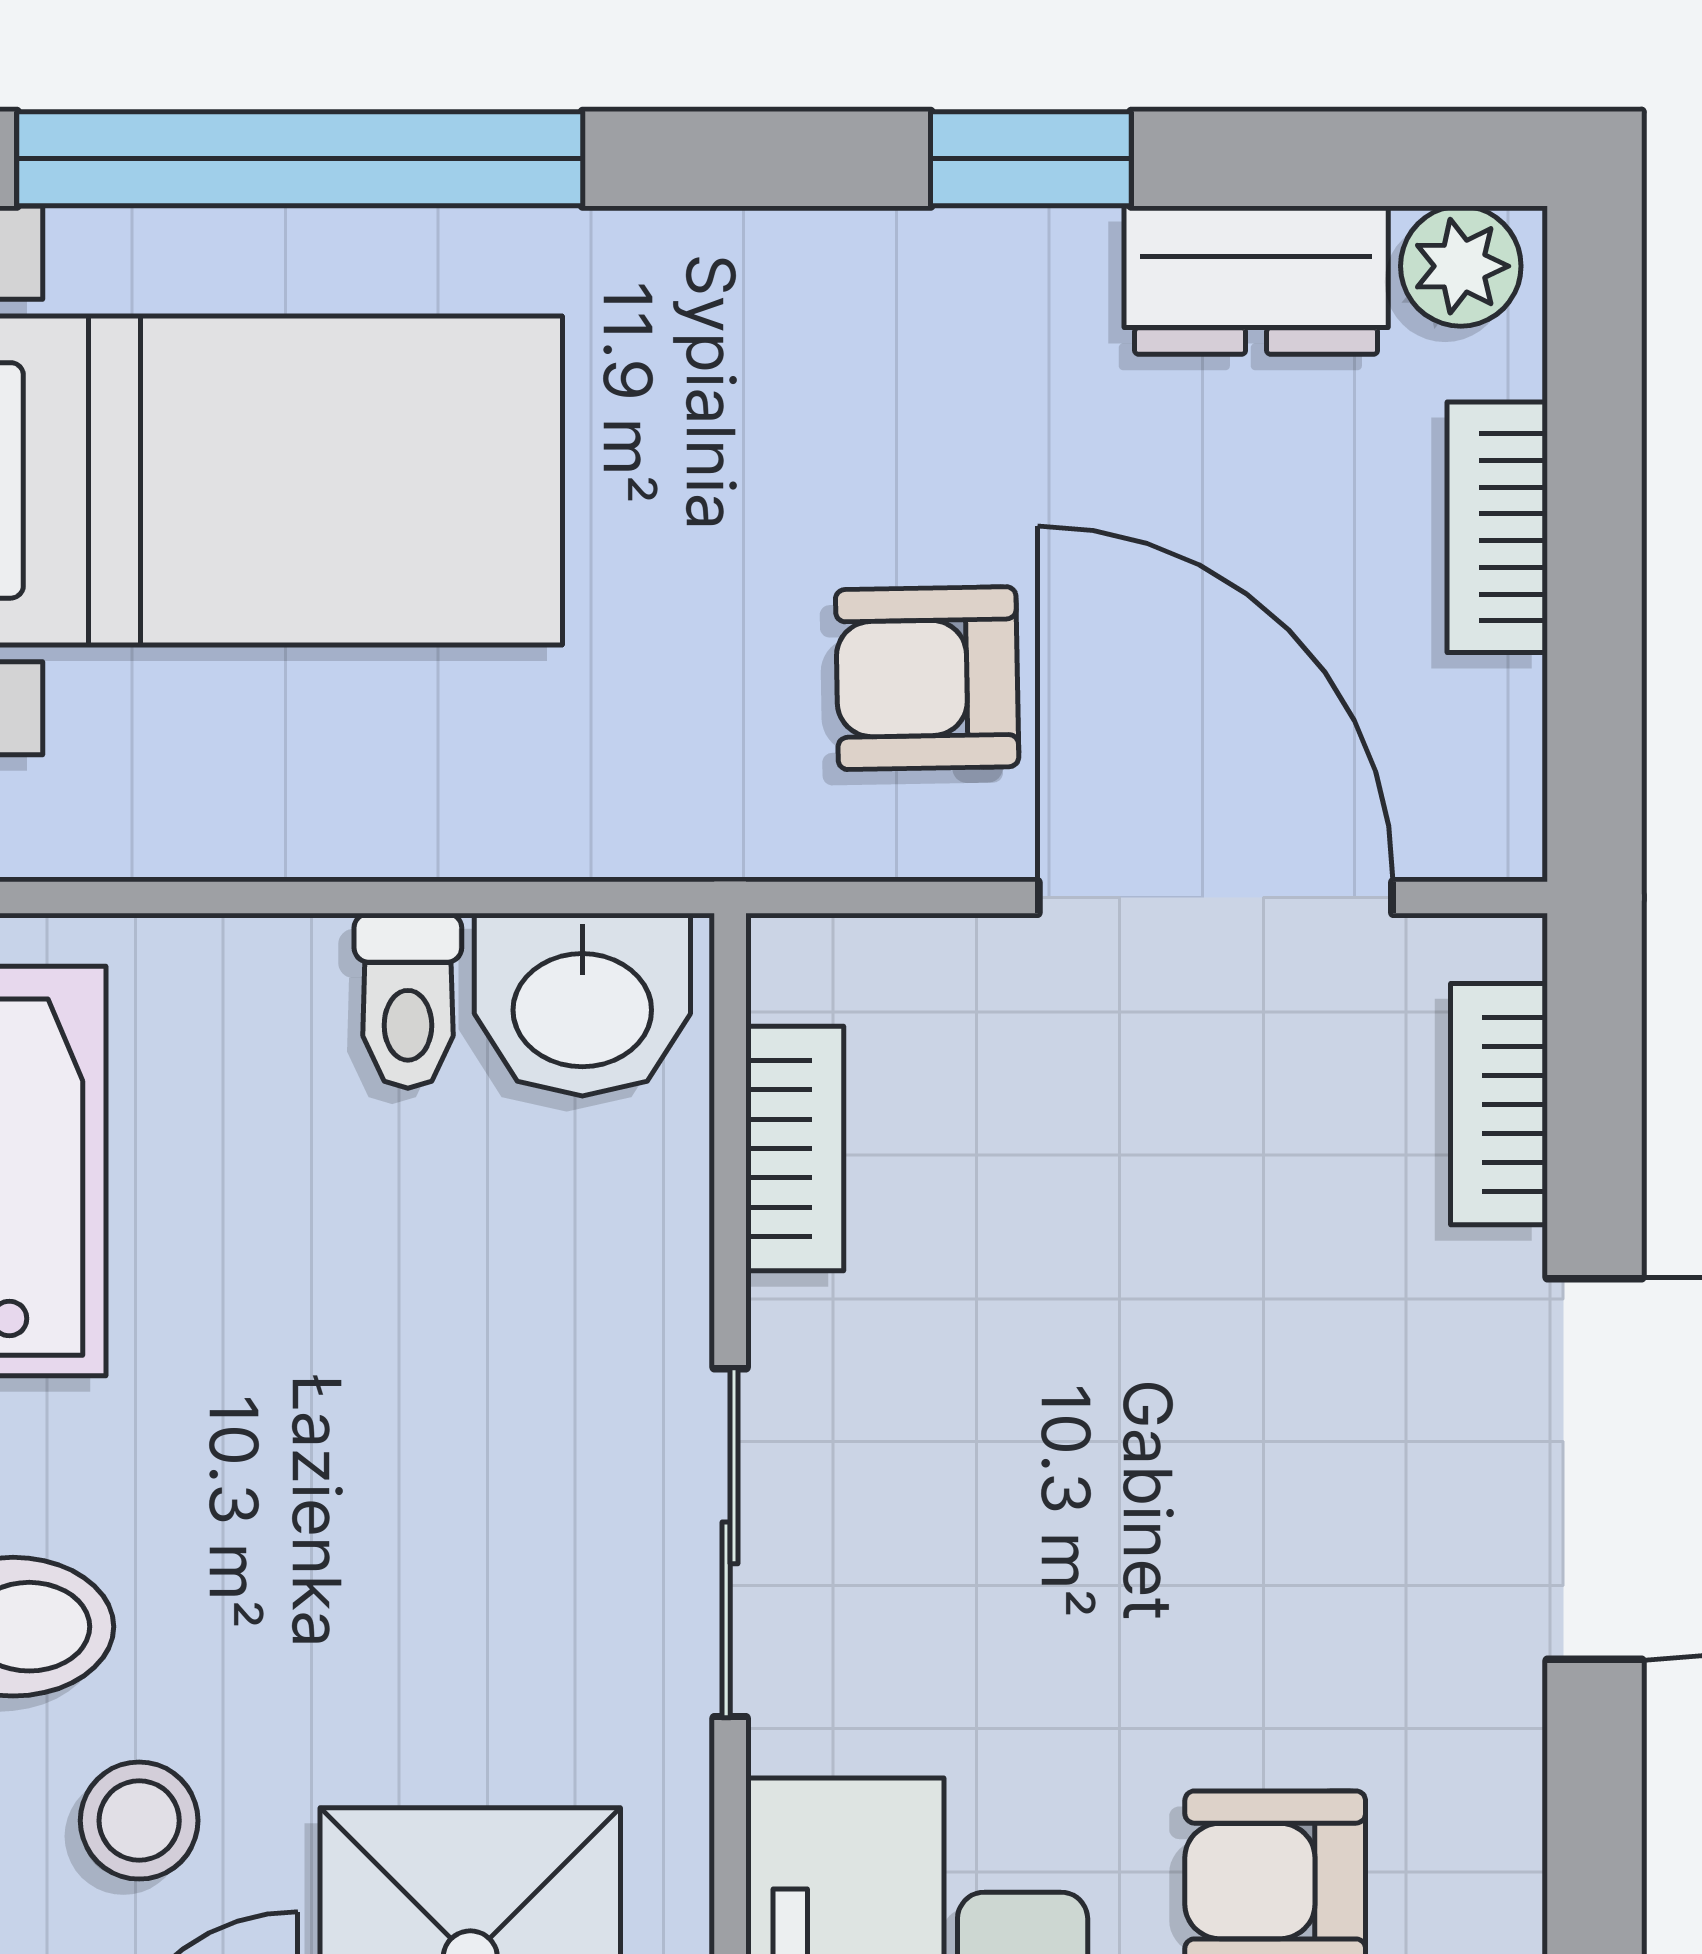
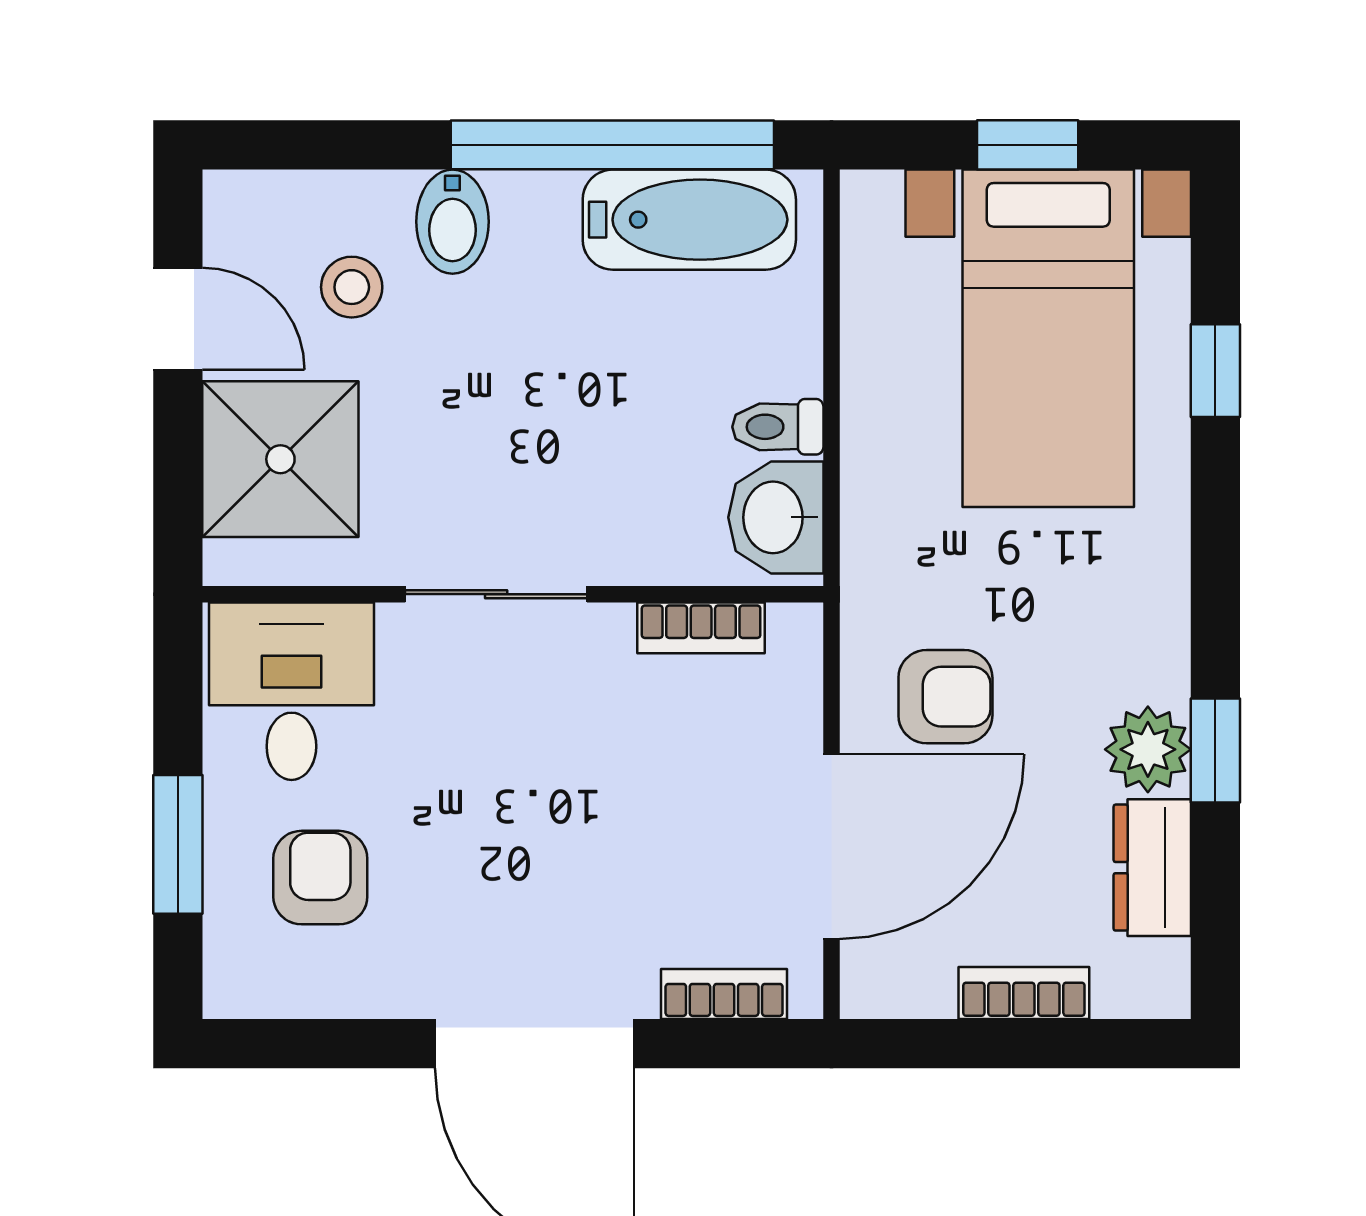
window: (300, 159) -> (1215, 371), width x0.32
plant: (1461, 266) -> (1148, 749), moved, width x1.38, depth x1.38
armchair: (927, 678) -> (945, 697), turned 91

